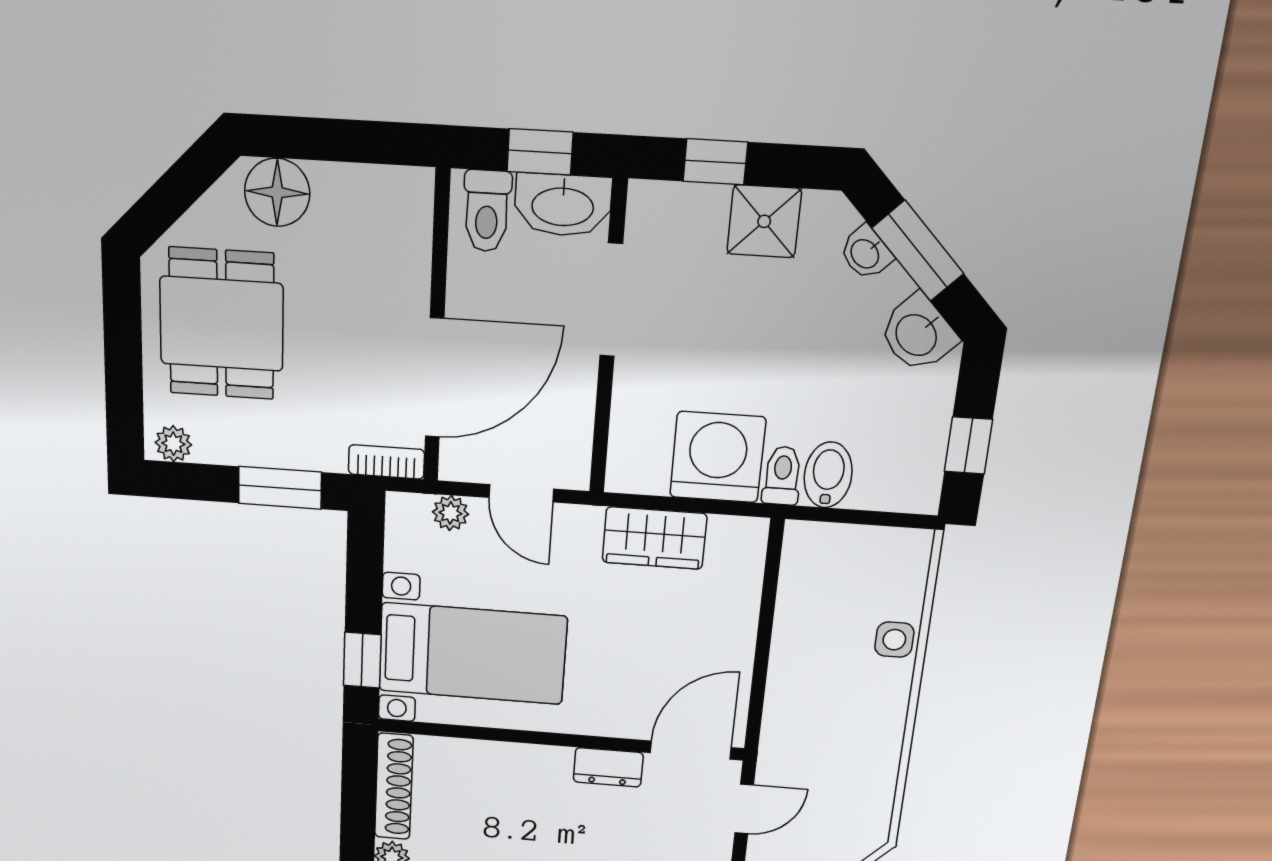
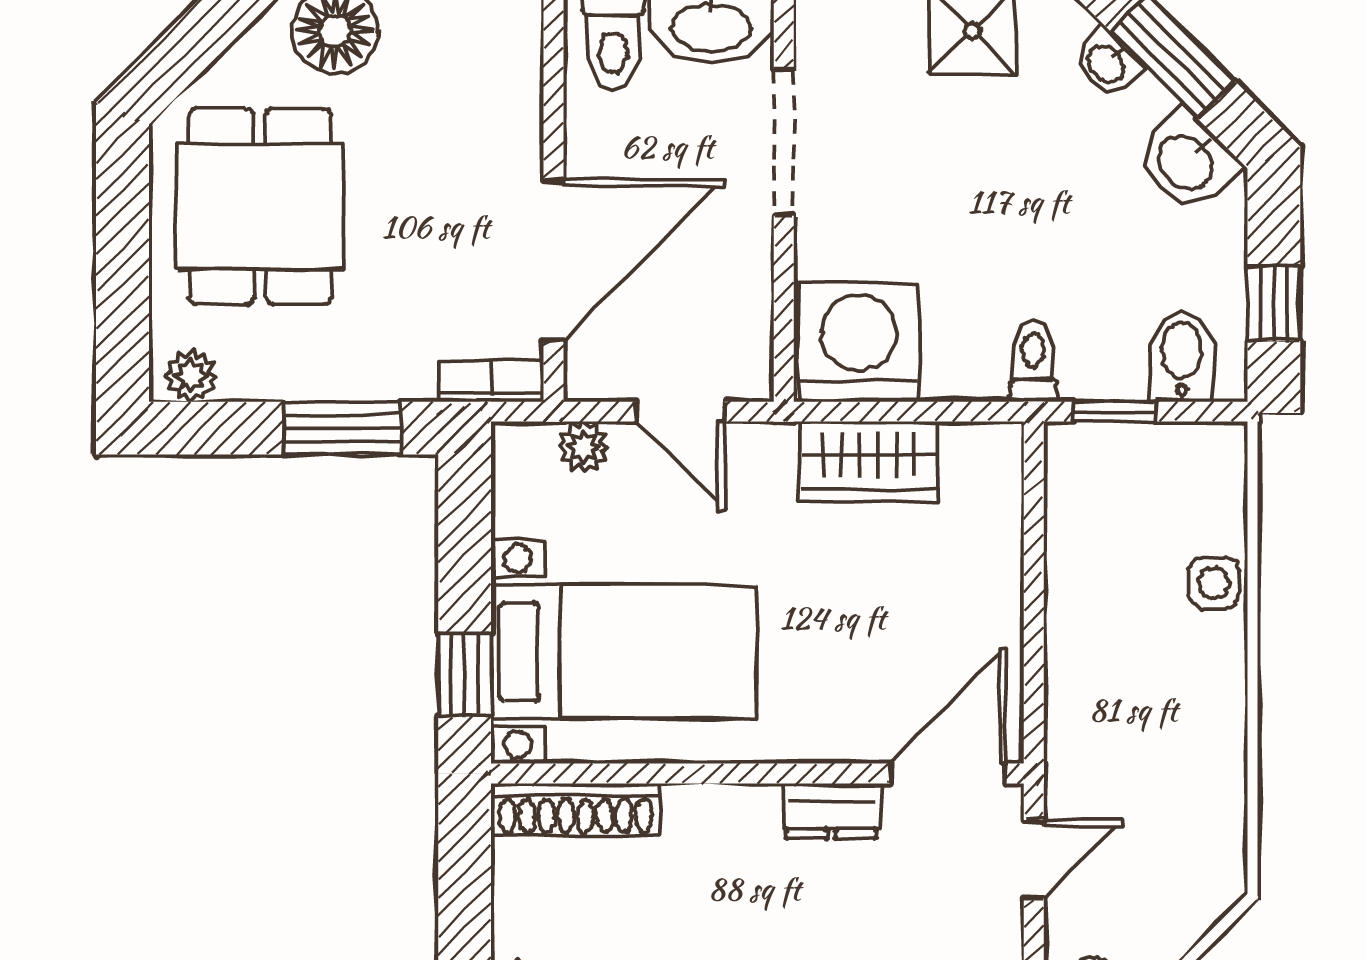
washing machine: (718, 457) -> (859, 342), moved
bidet: (828, 475) -> (1182, 356), moved
window: (837, 516) -> (1114, 412), added
shoe rack: (394, 787) -> (576, 809), moved, turned 90

